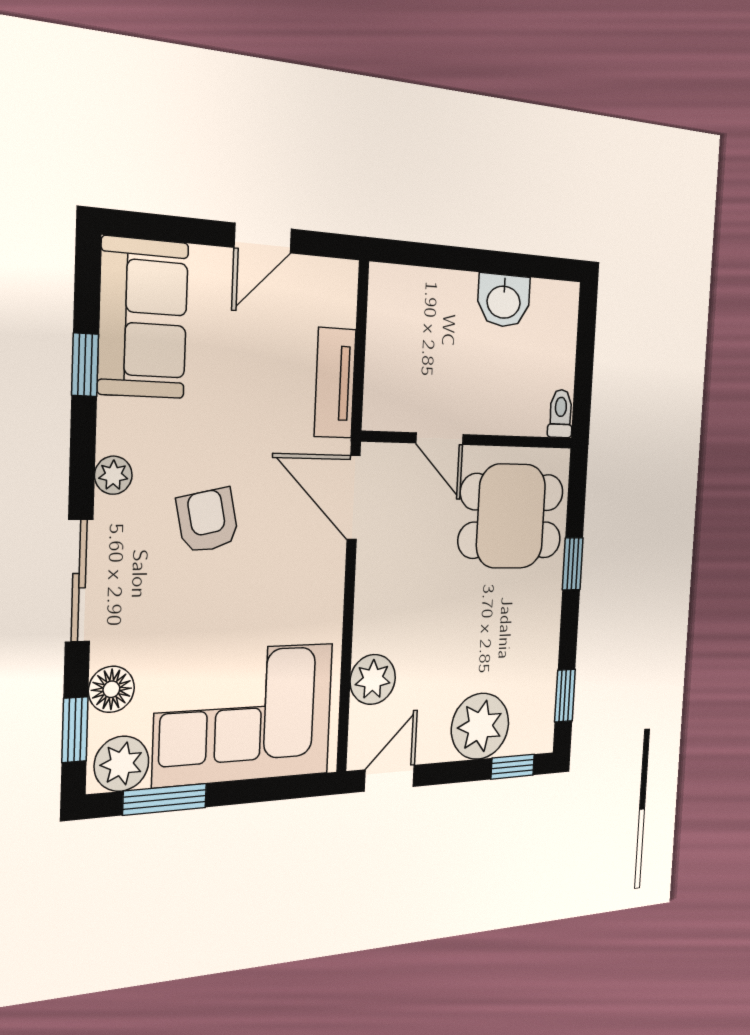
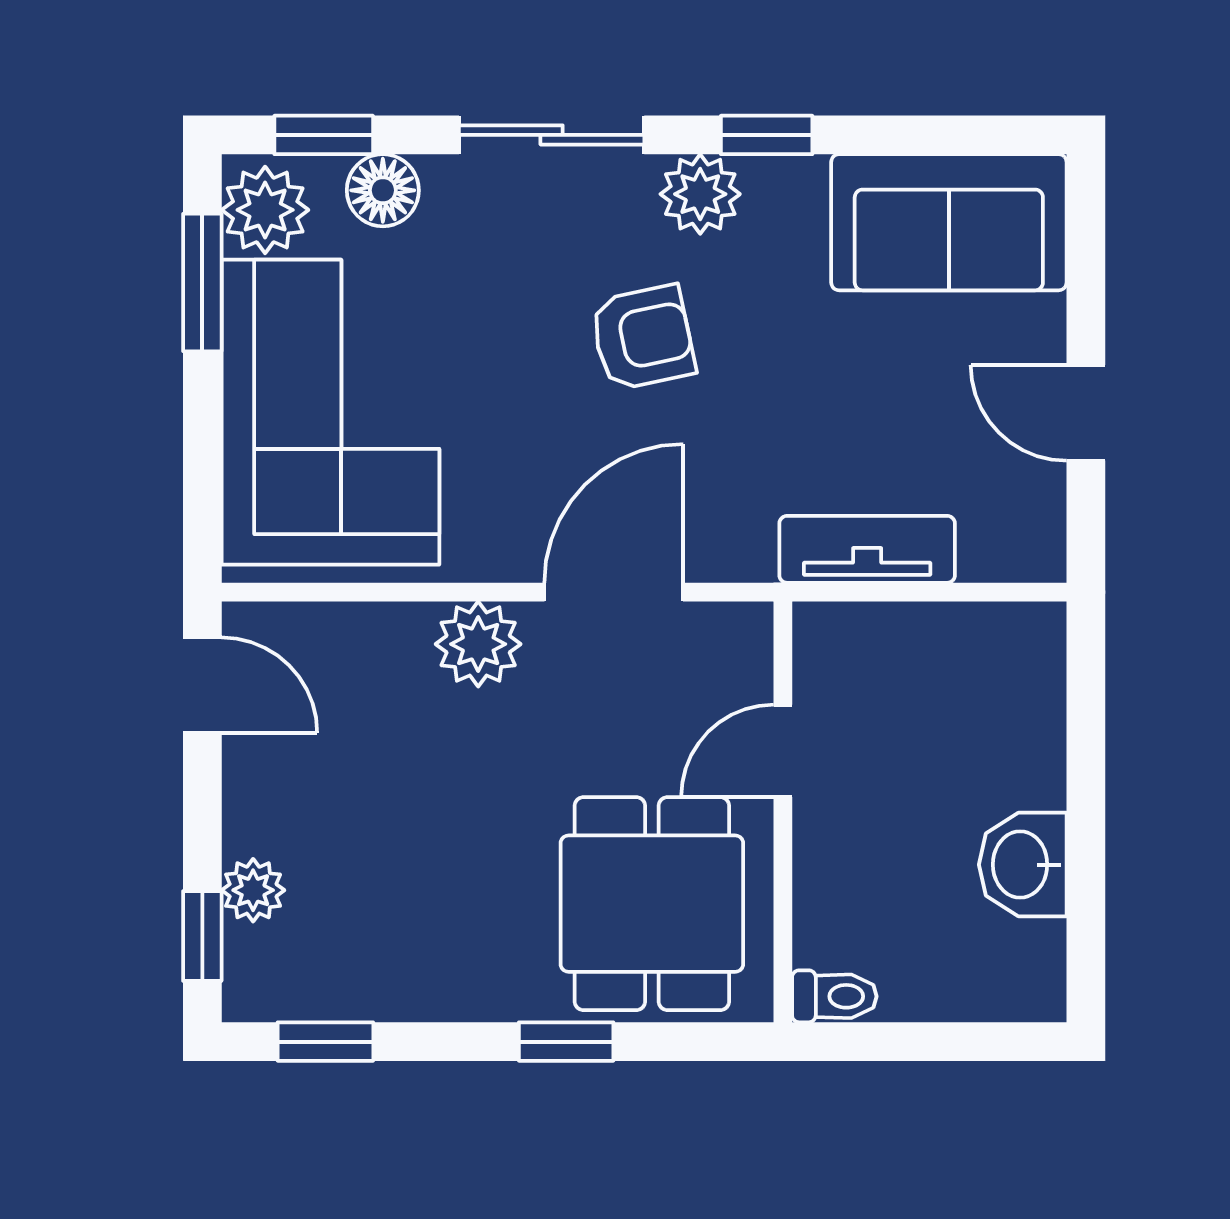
window: (85, 365) -> (767, 135), moved
plant: (113, 475) -> (700, 194), width x1.38, depth x1.38
door: (353, 498) -> (614, 592), moved
plant: (373, 679) -> (478, 644), moved
plant: (480, 726) -> (253, 890), width x0.53, depth x0.53

